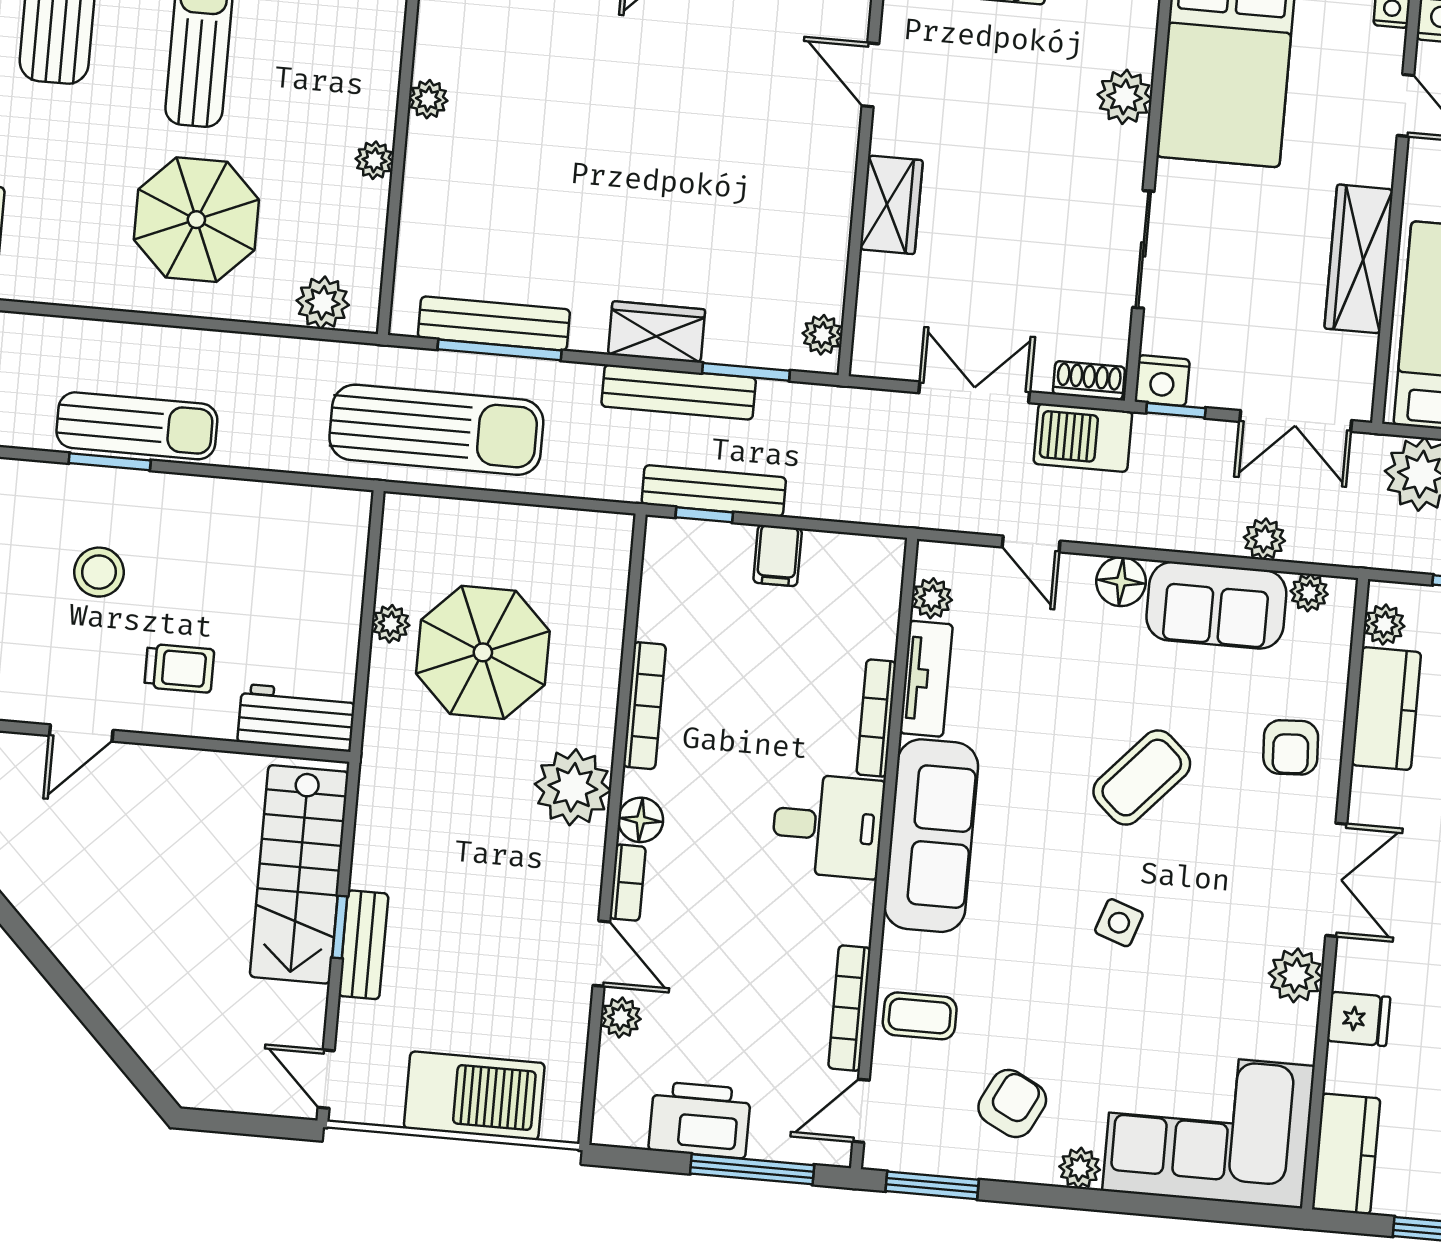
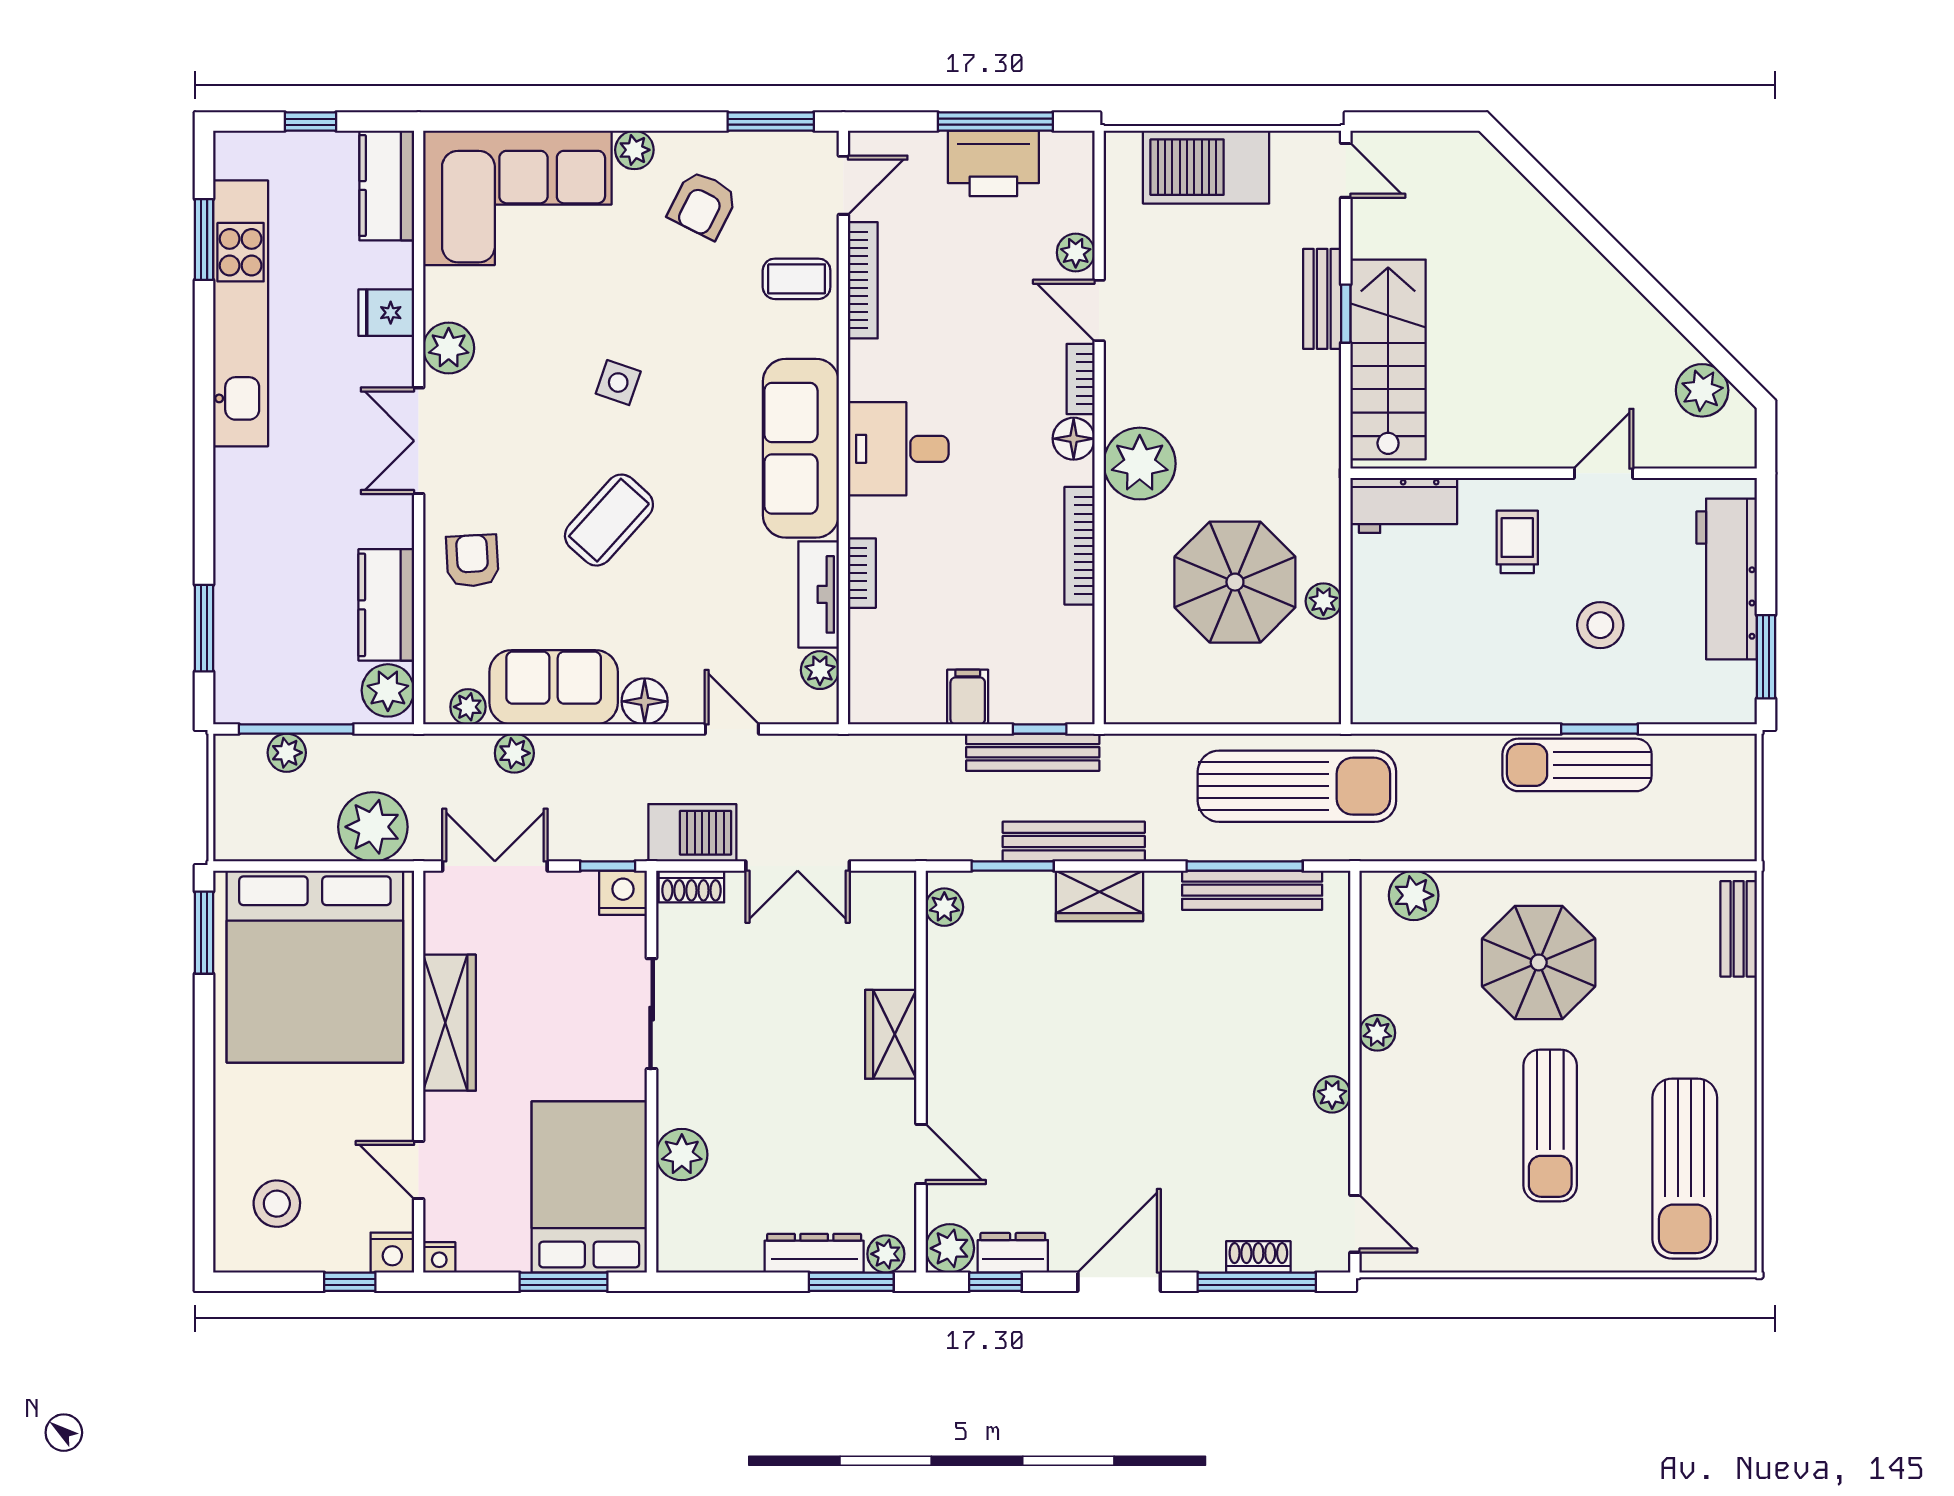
sun lounger: (436, 430) -> (1297, 786), turned 180
plant: (1384, 624) -> (388, 690), width x1.38, depth x1.38
trolley: (179, 668) -> (1517, 542), turned 90
bookcase: (876, 718) -> (862, 573), width x0.64
window: (752, 1169) -> (995, 122), moved

